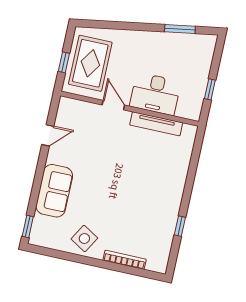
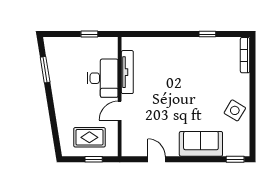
rug: (90, 63) -> (89, 137), width x0.73, depth x0.70
bookcase: (125, 260) -> (245, 55), moved

